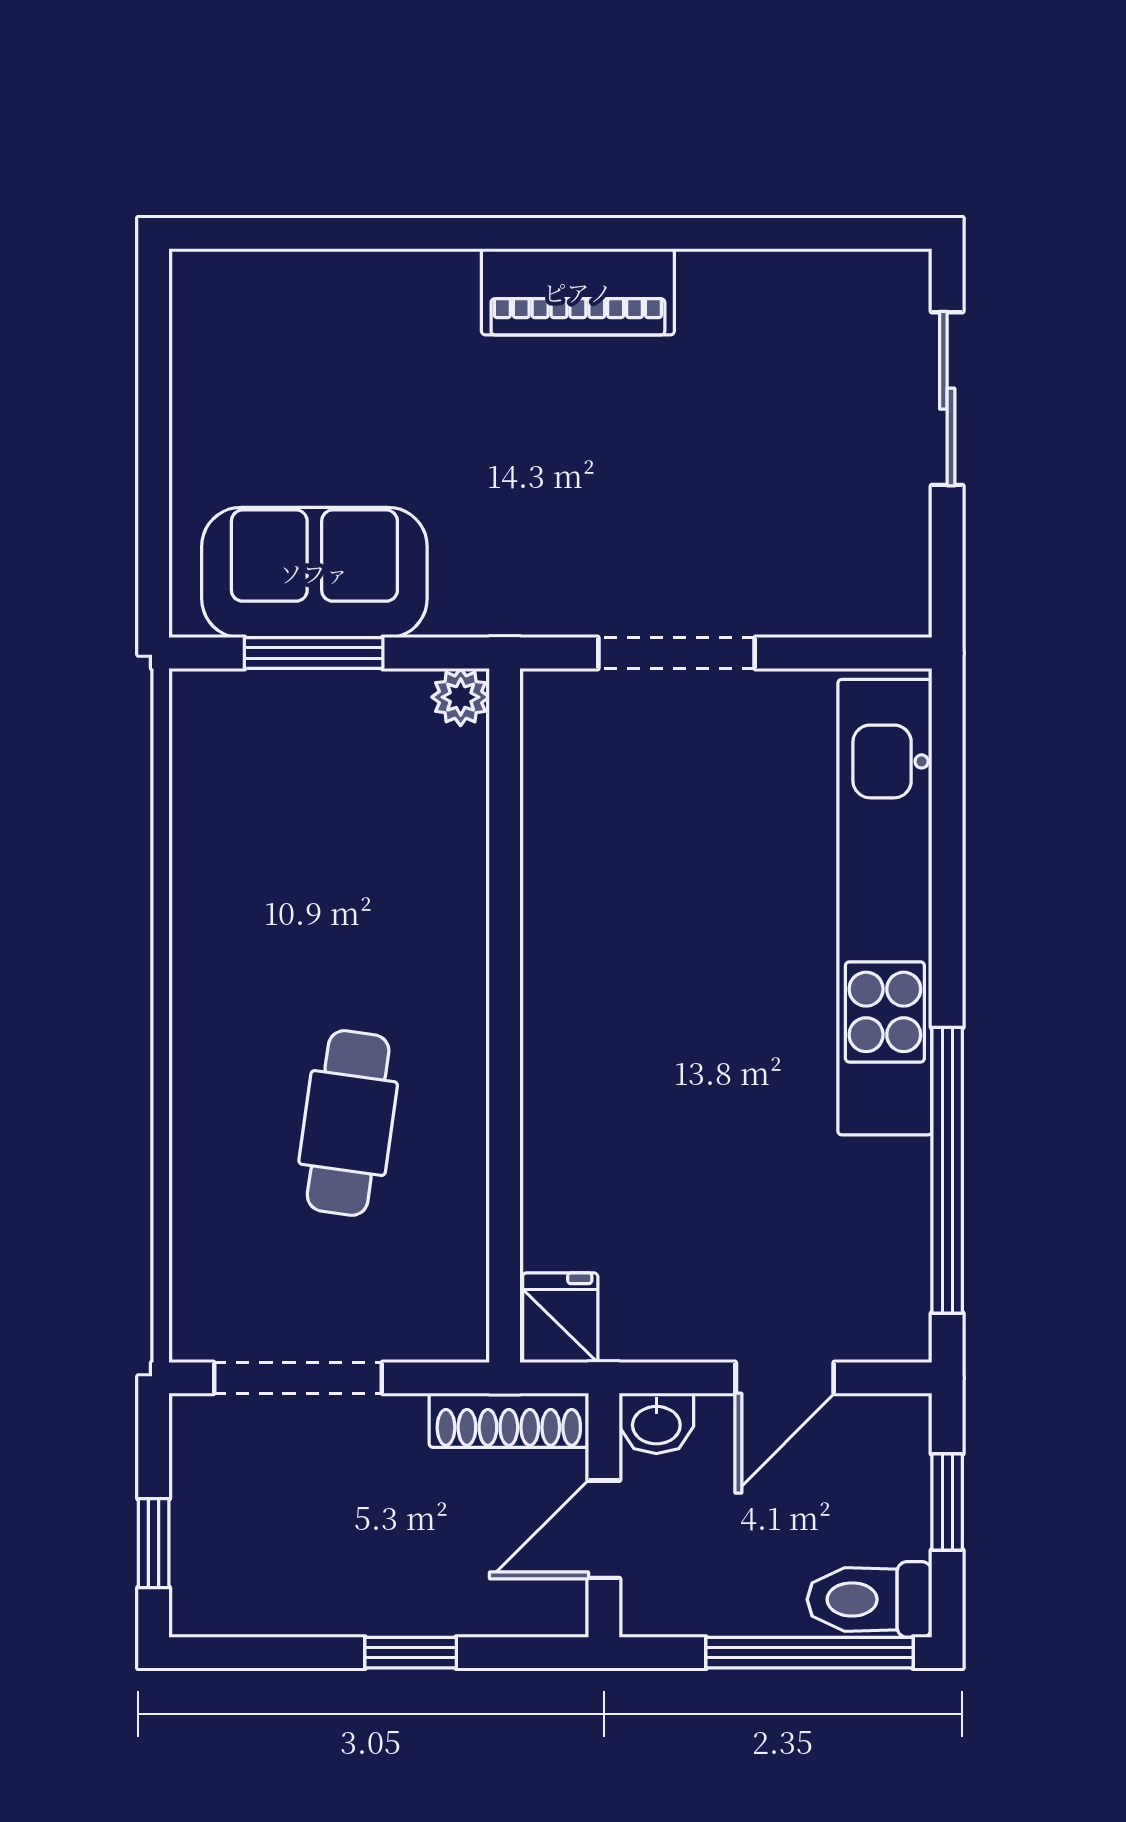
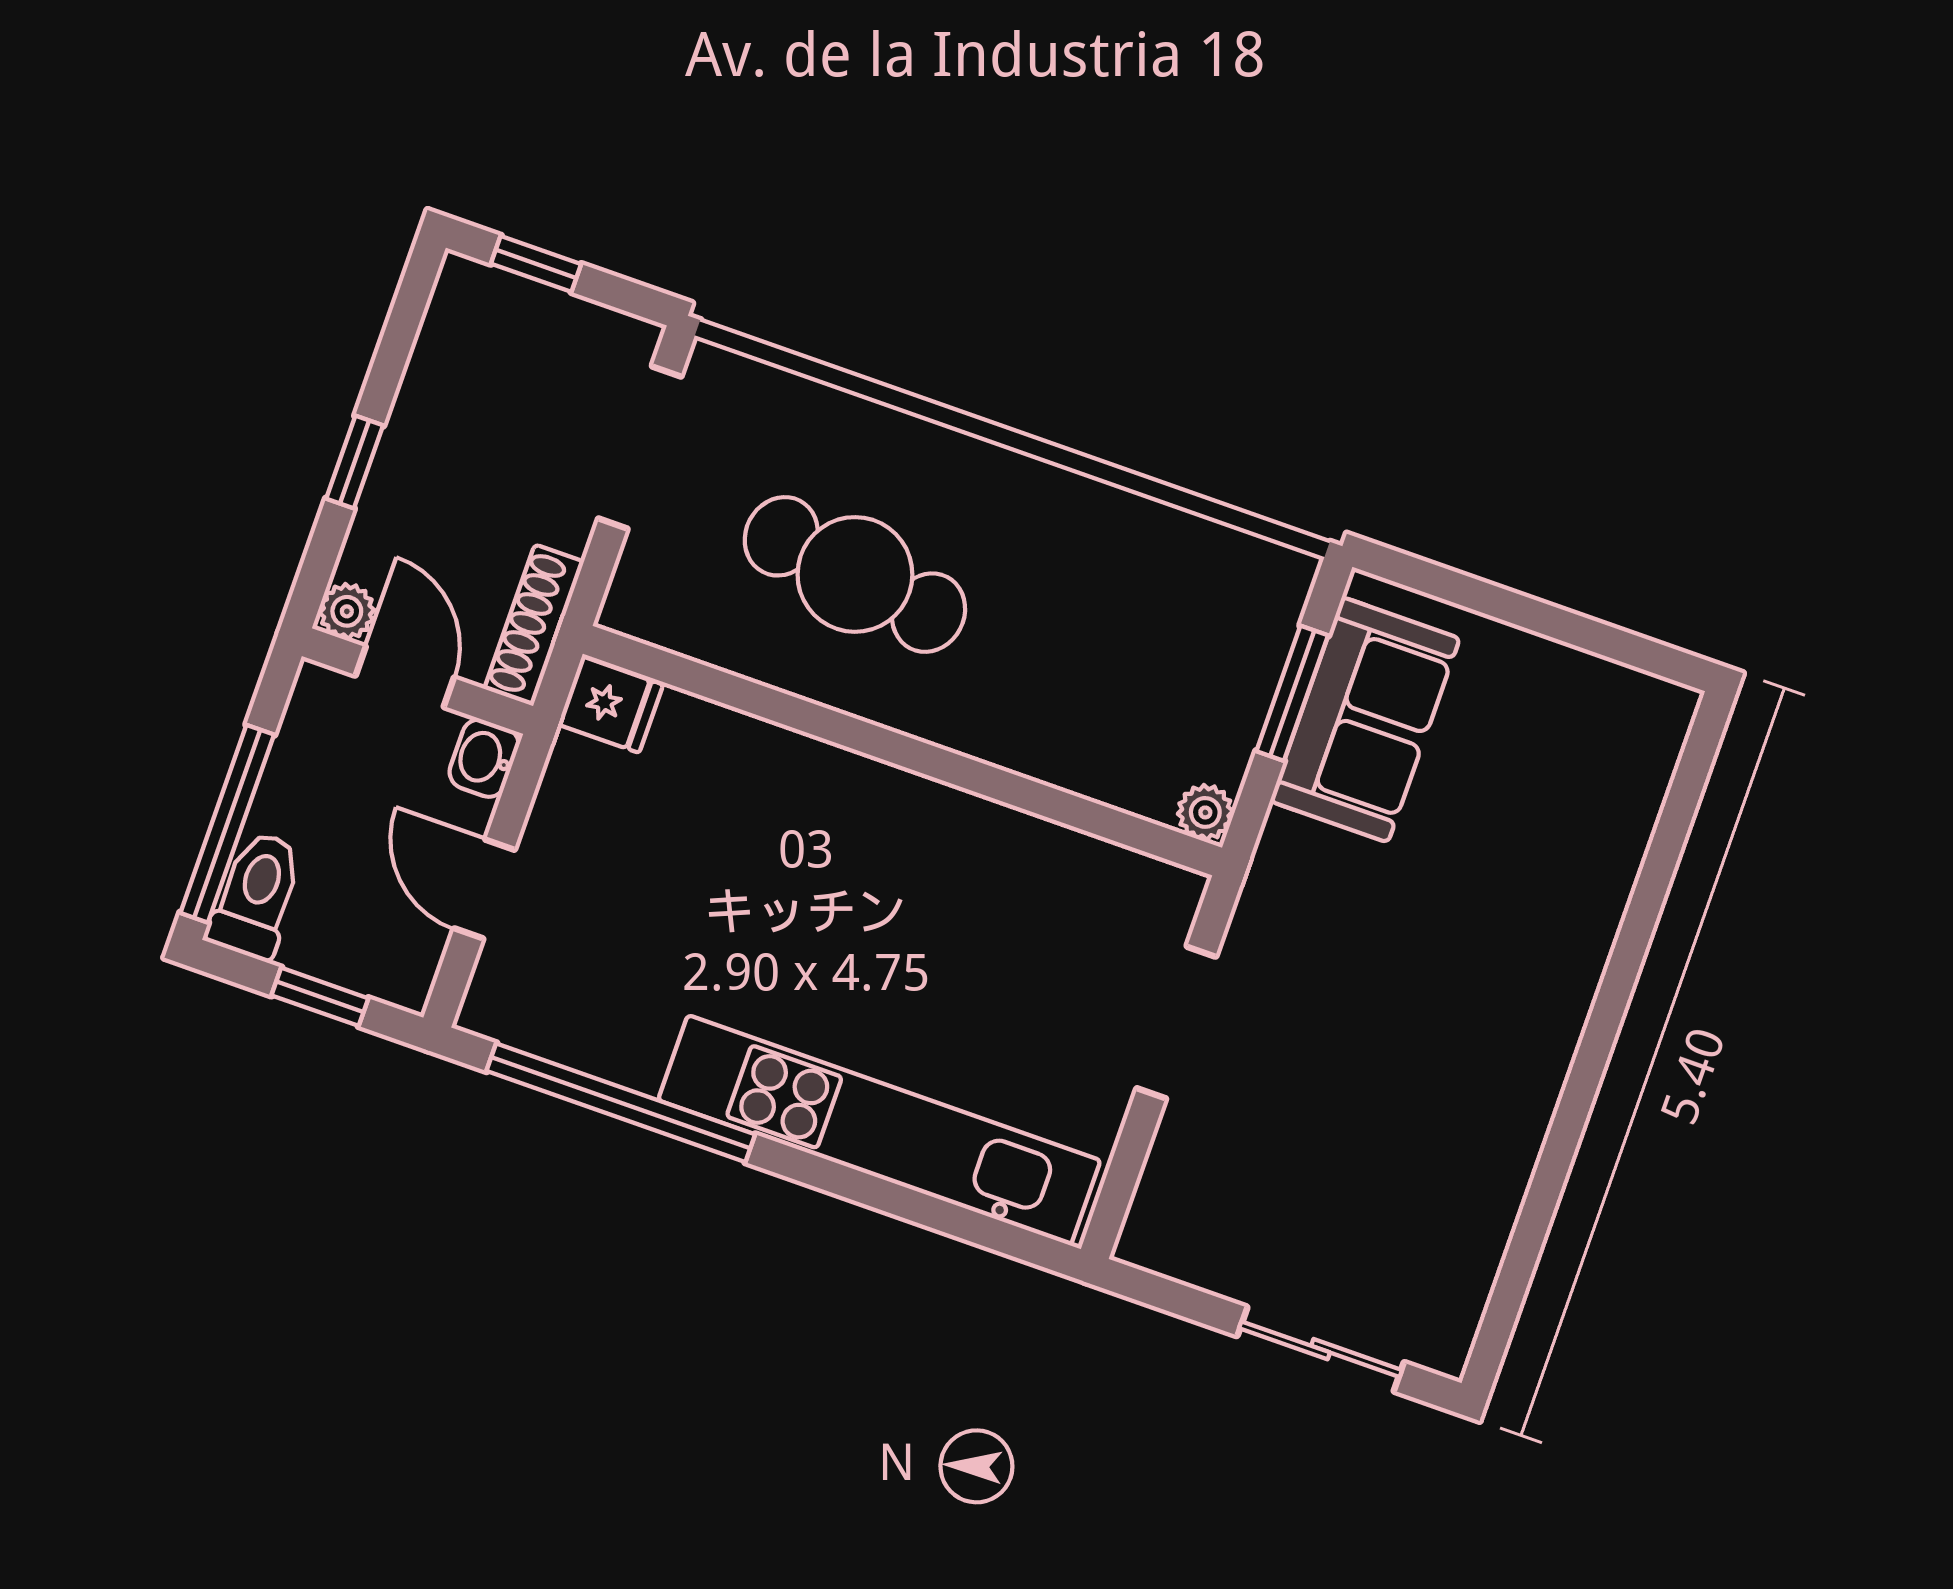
piano: (578, 292) -> (1535, 1048), removed
cafe table: (348, 1123) -> (855, 574), width x1.37, depth x1.35
plant: (560, 1609) -> (347, 611), added

